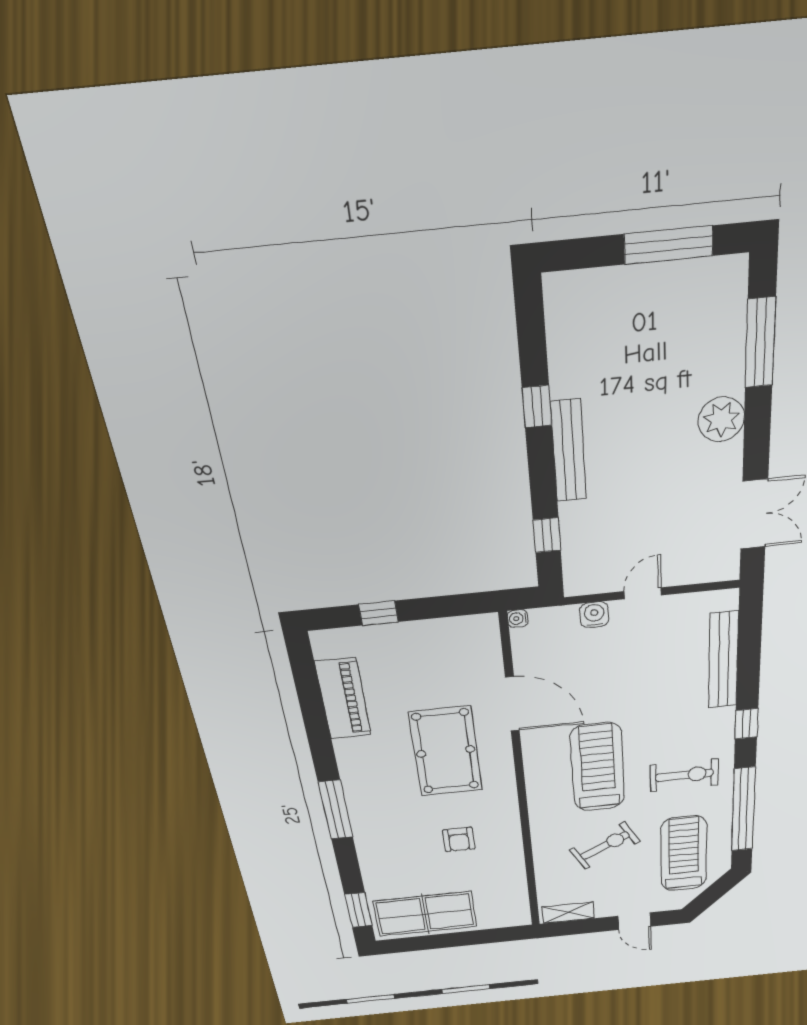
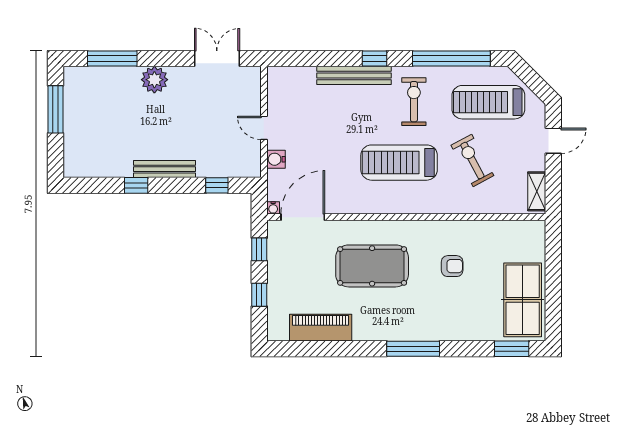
window: (450, 606) -> (259, 249), added
bench: (723, 660) -> (354, 75), moved
door: (512, 704) -> (303, 217), moved

